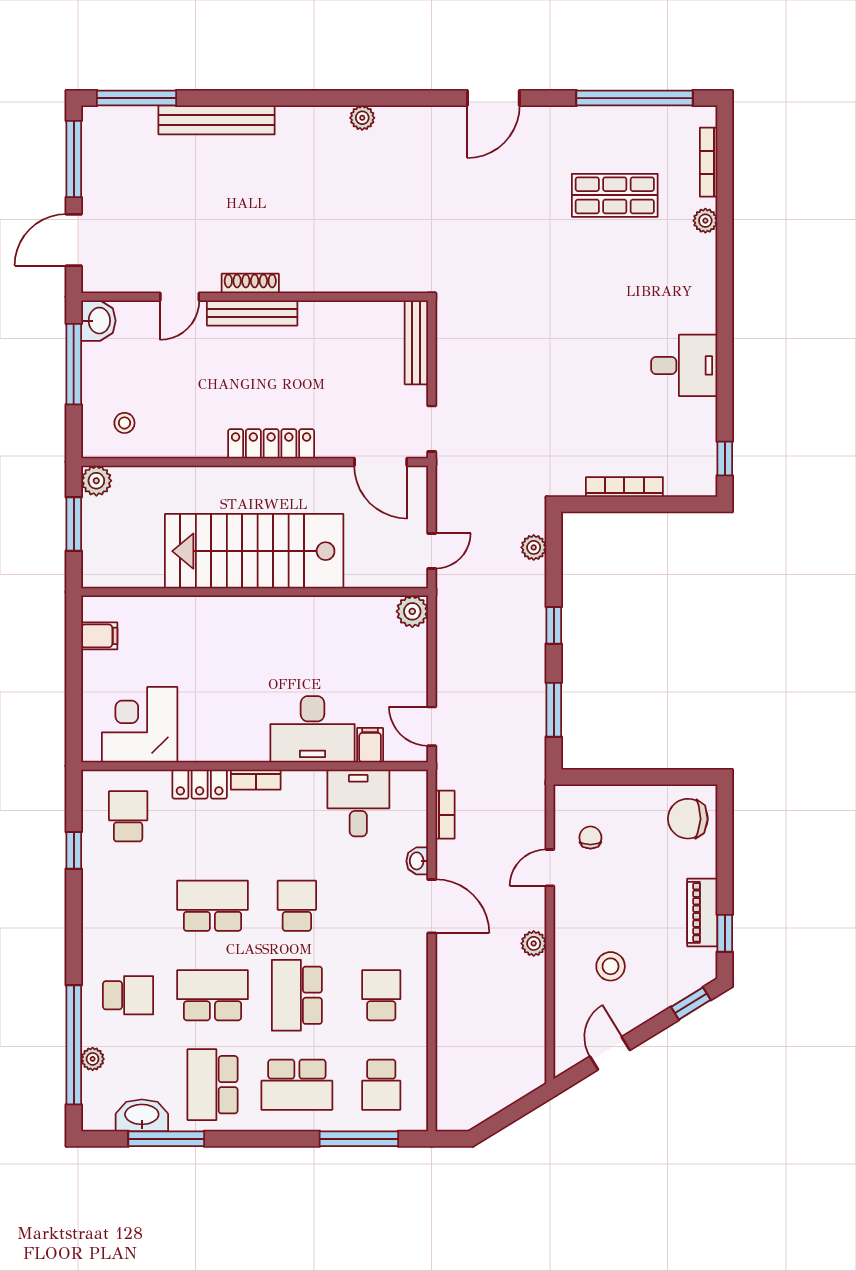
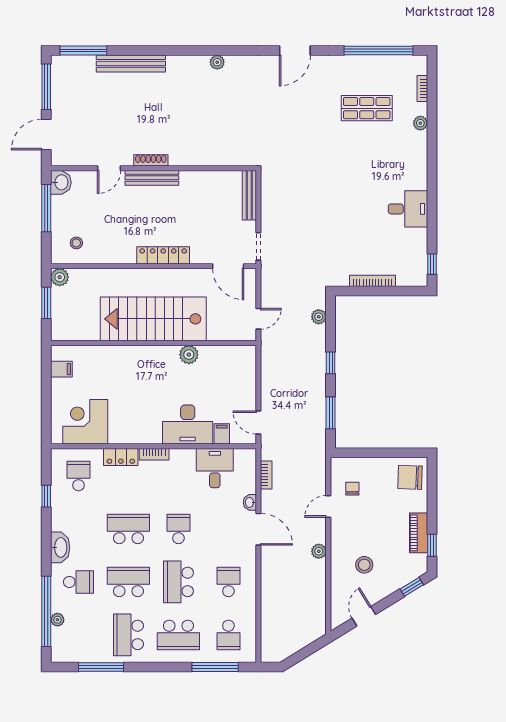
bookcase: (709, 162) -> (422, 88), width x0.64
plant: (412, 611) -> (189, 355), moved
washbasin: (142, 1115) -> (60, 547), moved, turned 90

